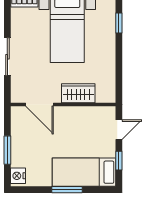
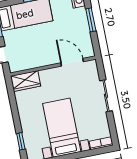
wardrobe: (78, 93) -> (26, 81), moved

